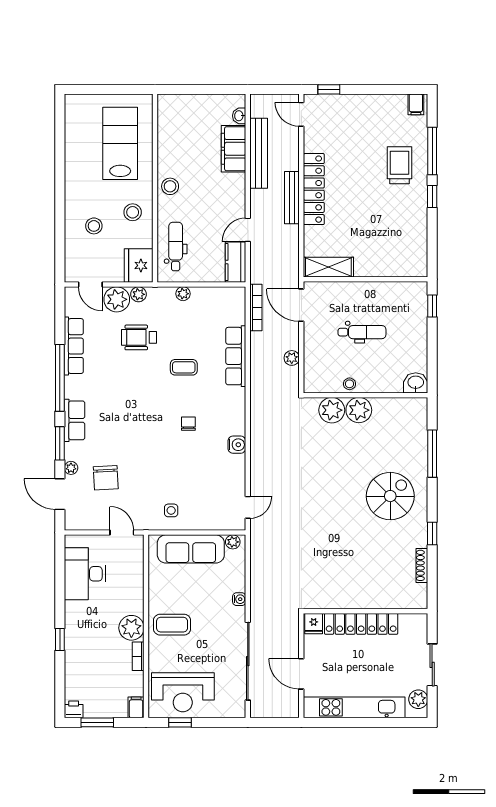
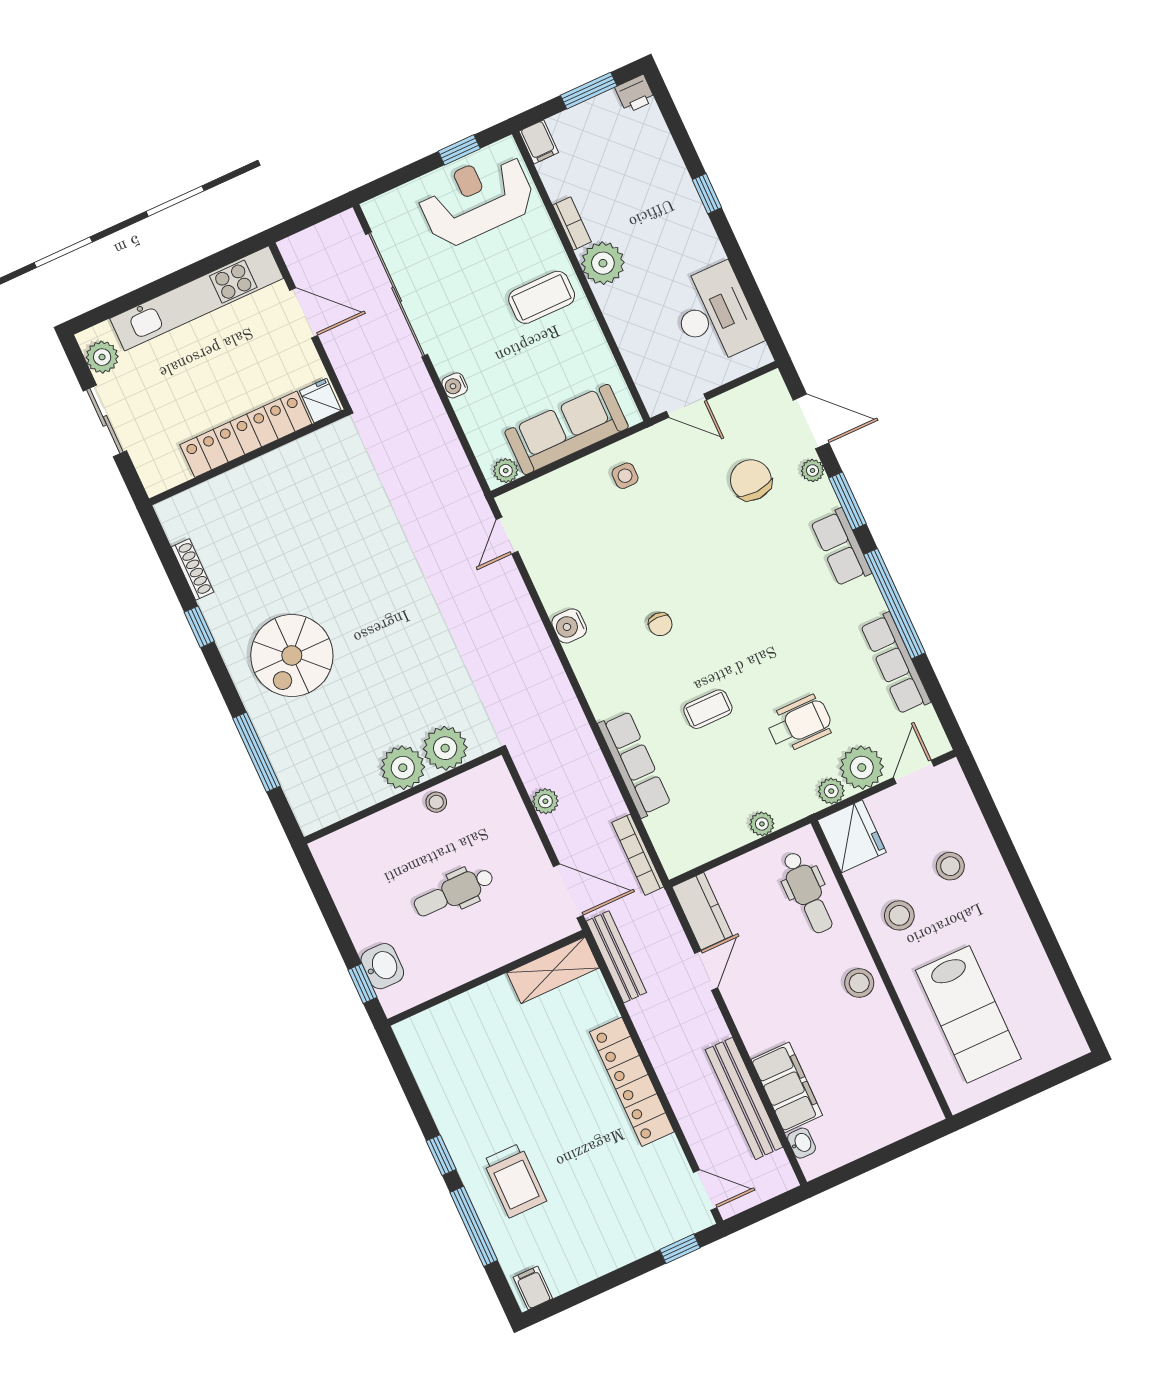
bench: (292, 198) -> (616, 957), moved
door: (90, 285) -> (914, 772), hinge flipped
washbasin: (416, 383) -> (382, 966), moved, turned -90

